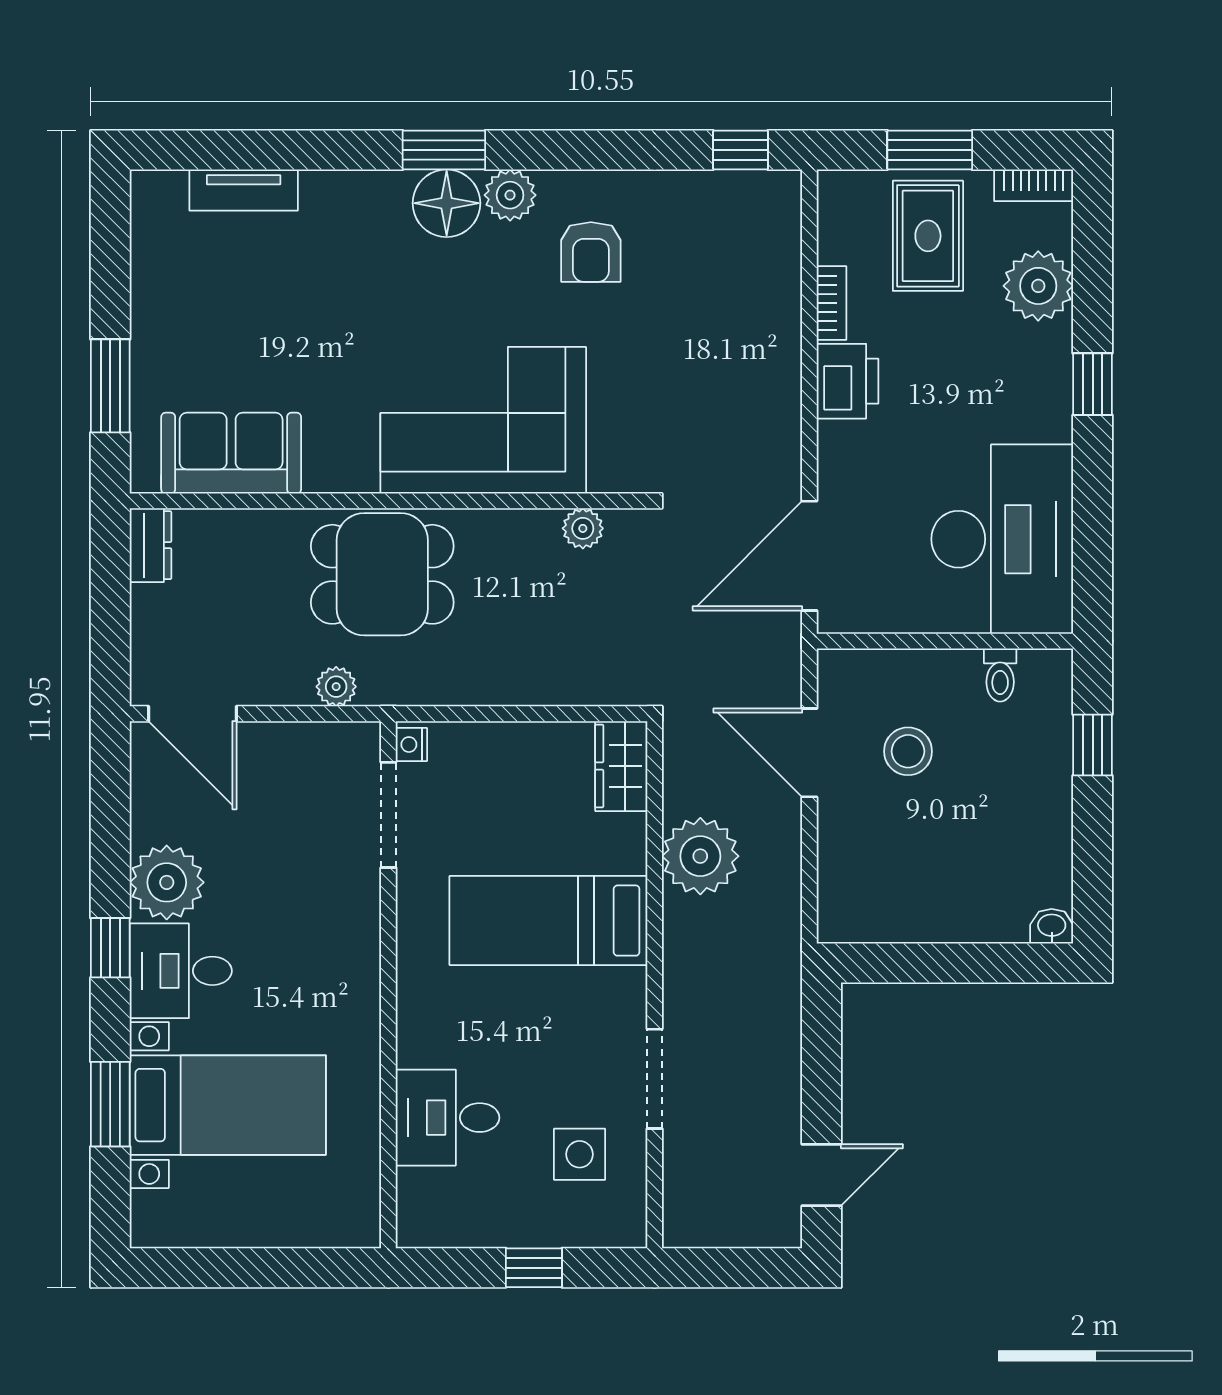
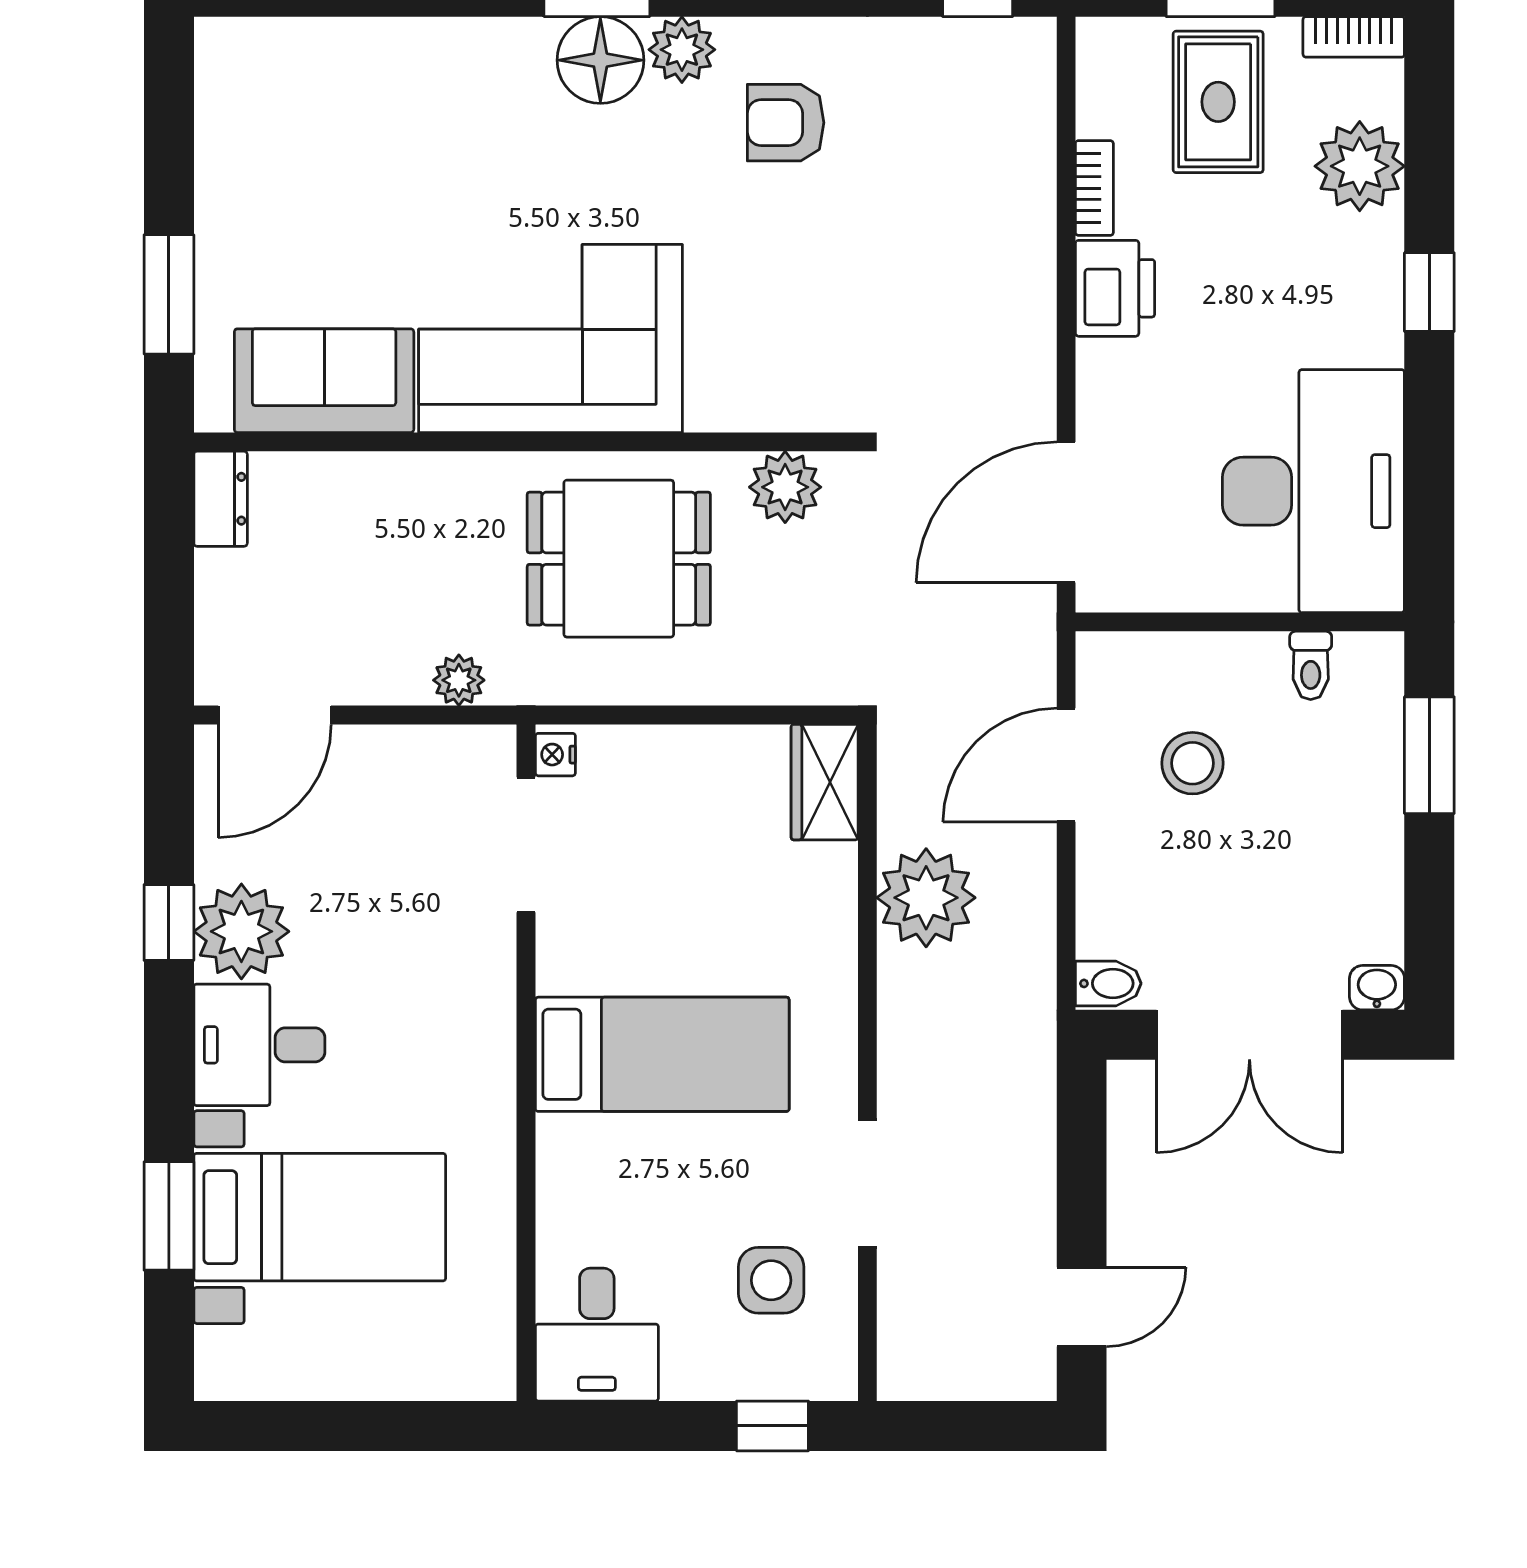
tv unit: (244, 190) -> (340, 43), removed
armchair: (591, 252) -> (786, 123), turned 90
corner sofa: (483, 420) -> (551, 338), moved
plant: (583, 528) -> (785, 487), width x1.38, depth x1.38
dining table: (382, 574) -> (619, 559), moved
door: (193, 714) -> (275, 715), hinge flipped
window: (1093, 745) -> (1429, 755), width x1.50
door: (809, 753) -> (1066, 765), hinge flipped
bed: (548, 921) -> (662, 1054), moved, turned 180
bidet: (842, 923) -> (1108, 983), added
window: (110, 948) -> (169, 922), moved
double door: (952, 963) -> (1250, 1035), added
desk: (448, 1118) -> (597, 1335), moved, turned -90
window: (534, 1268) -> (772, 1426), moved

